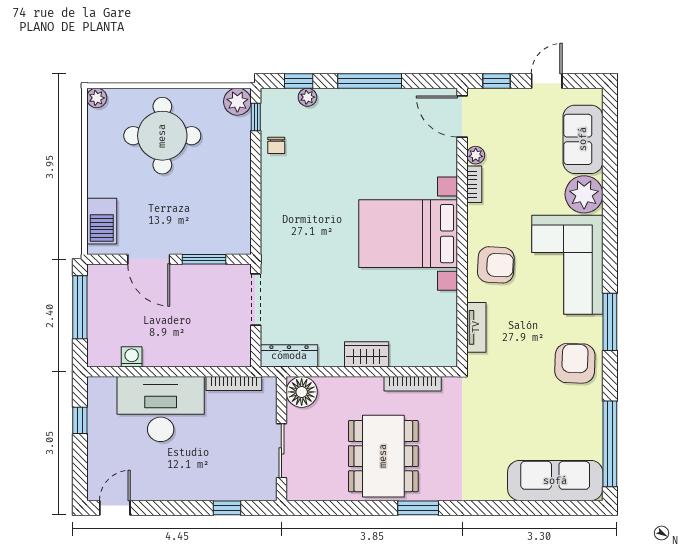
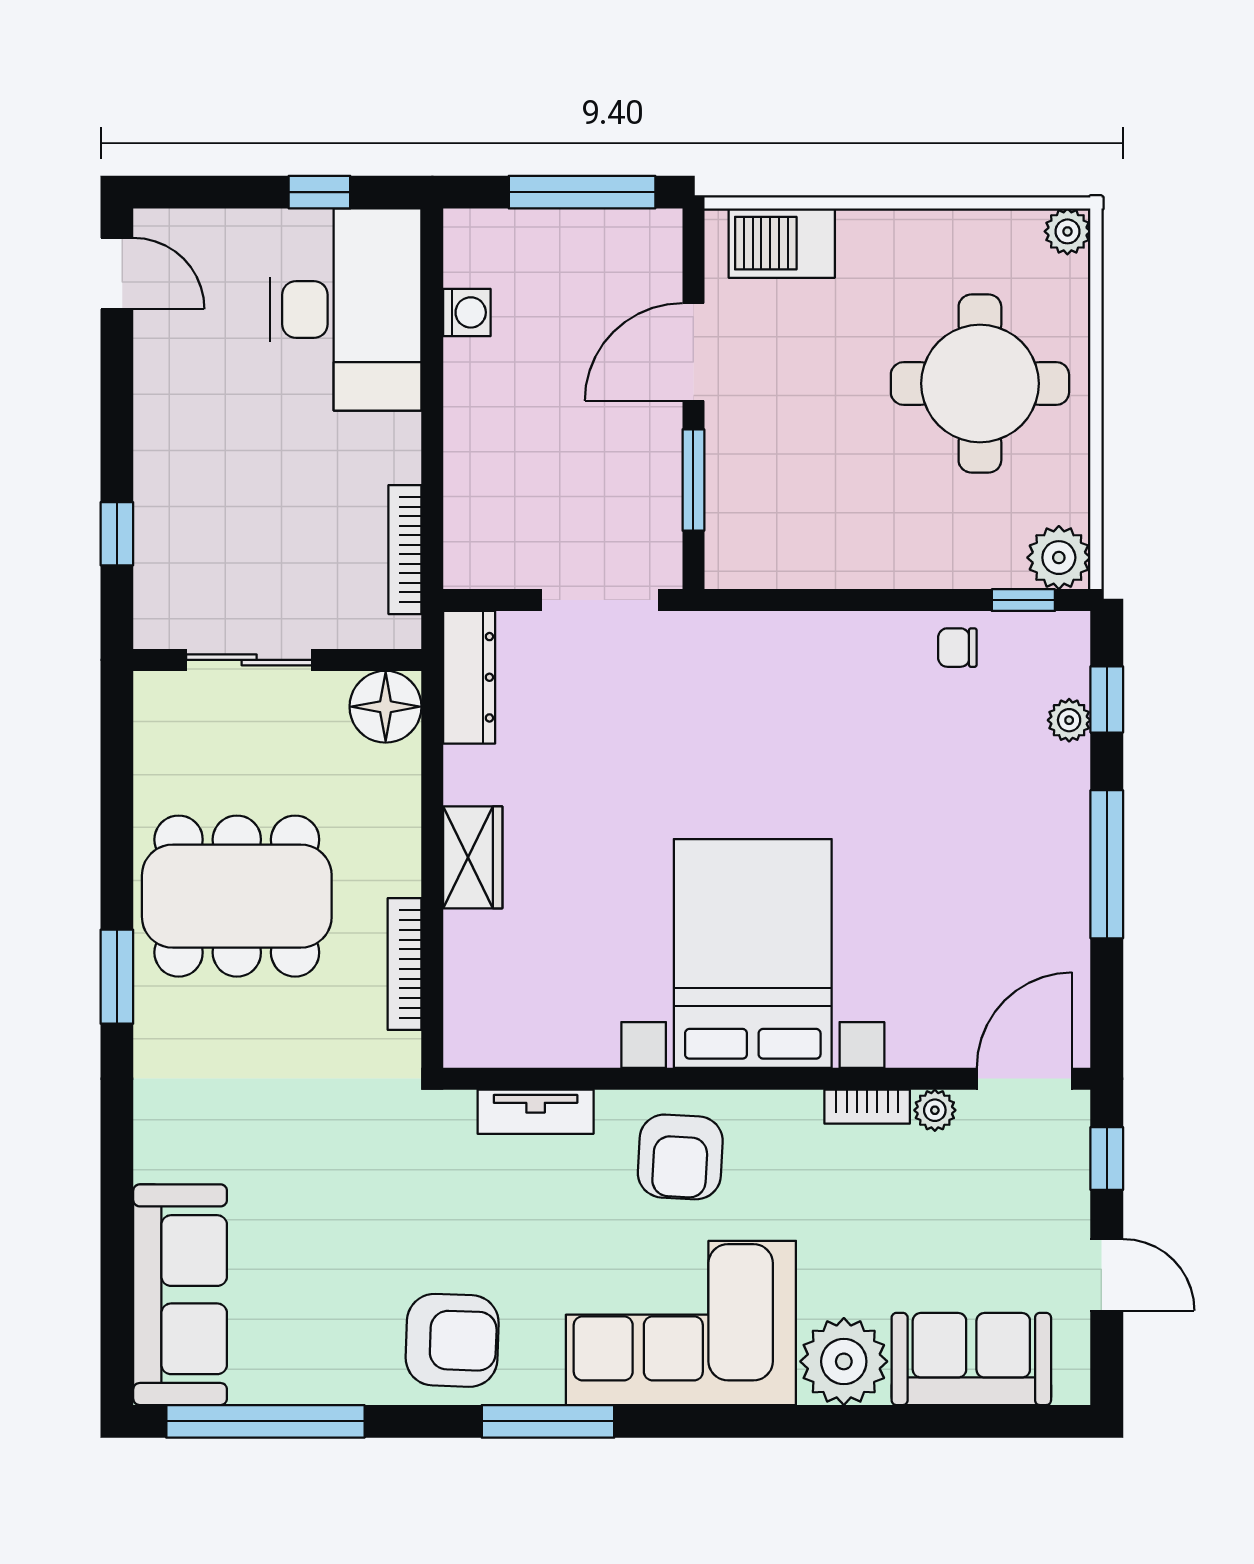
desk: (161, 409) -> (346, 310), moved

